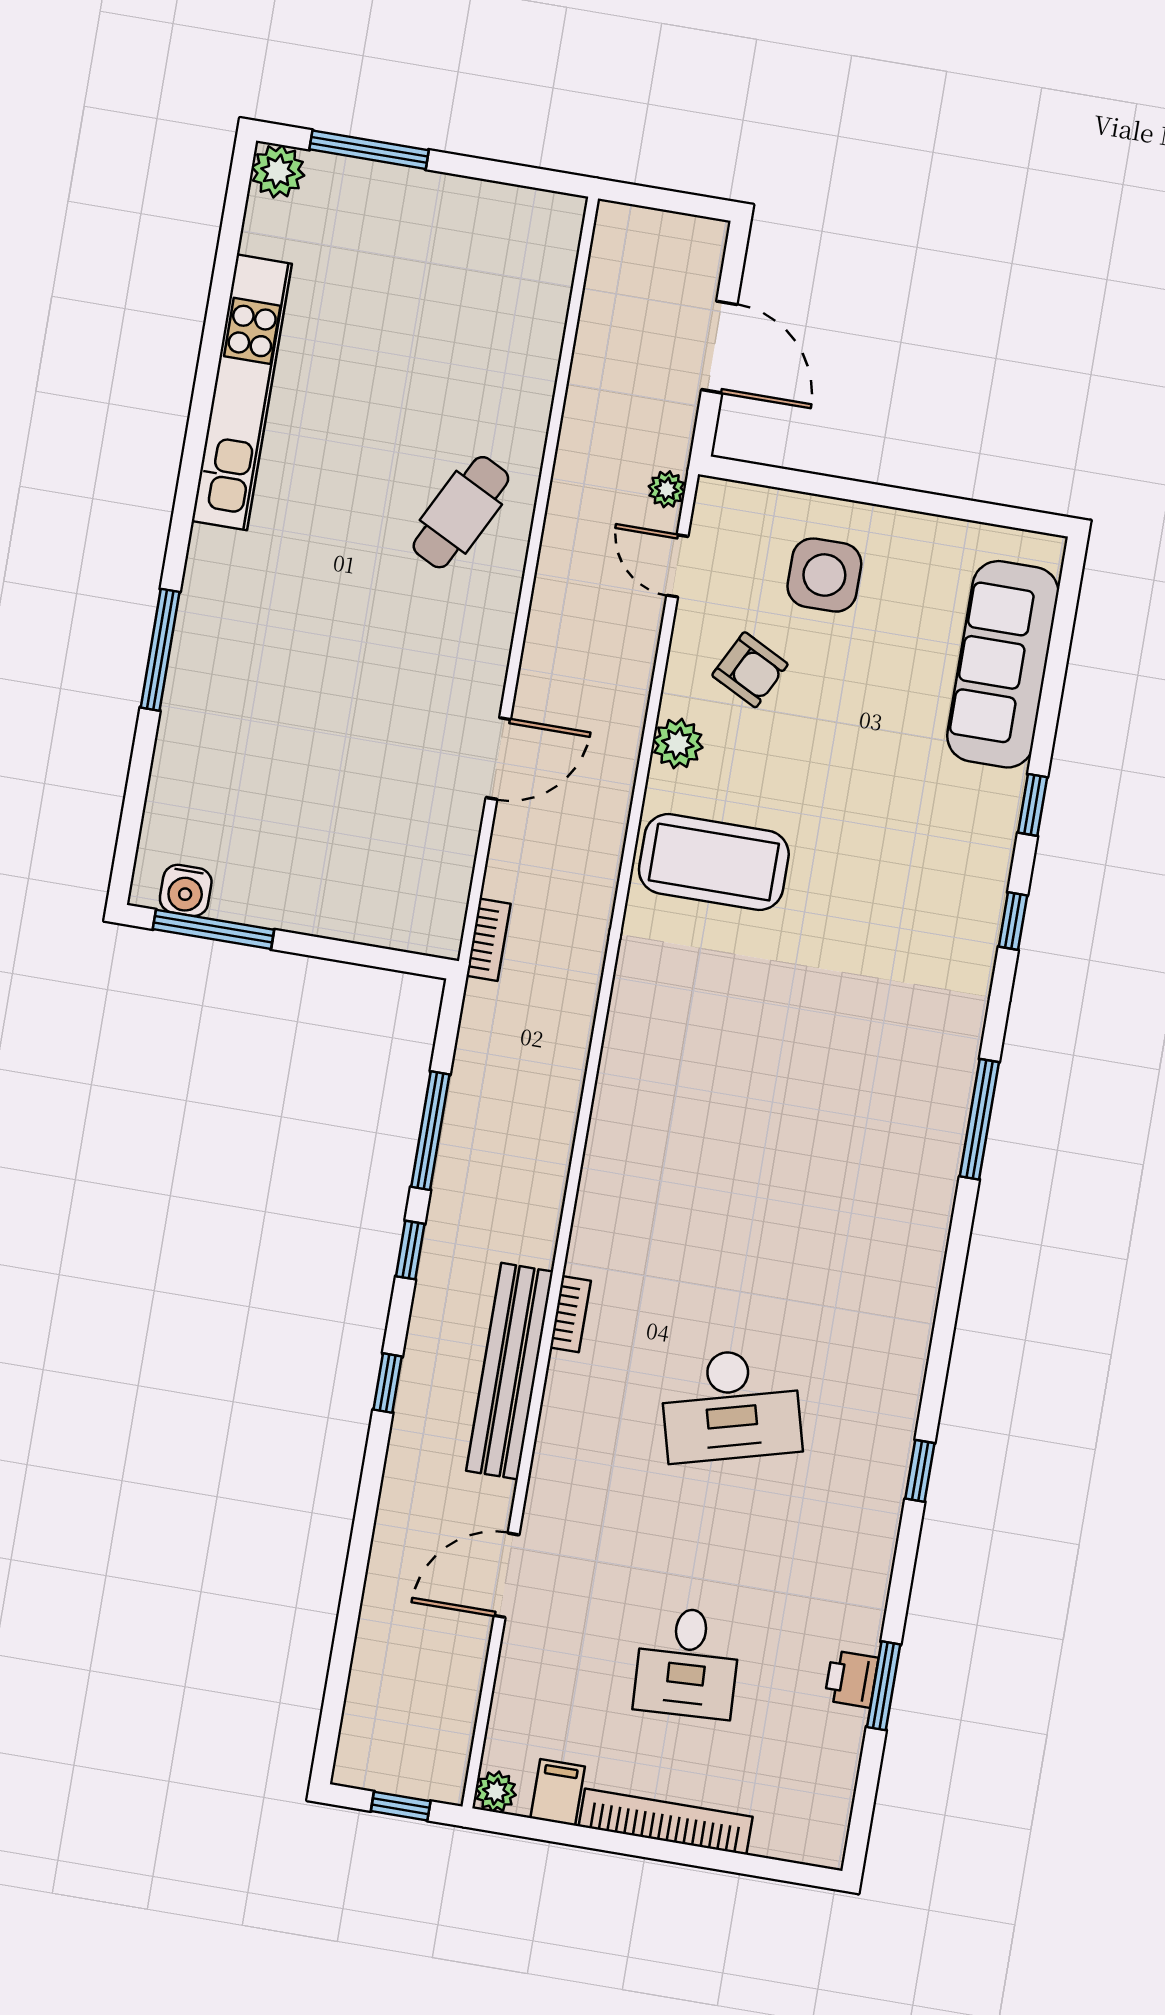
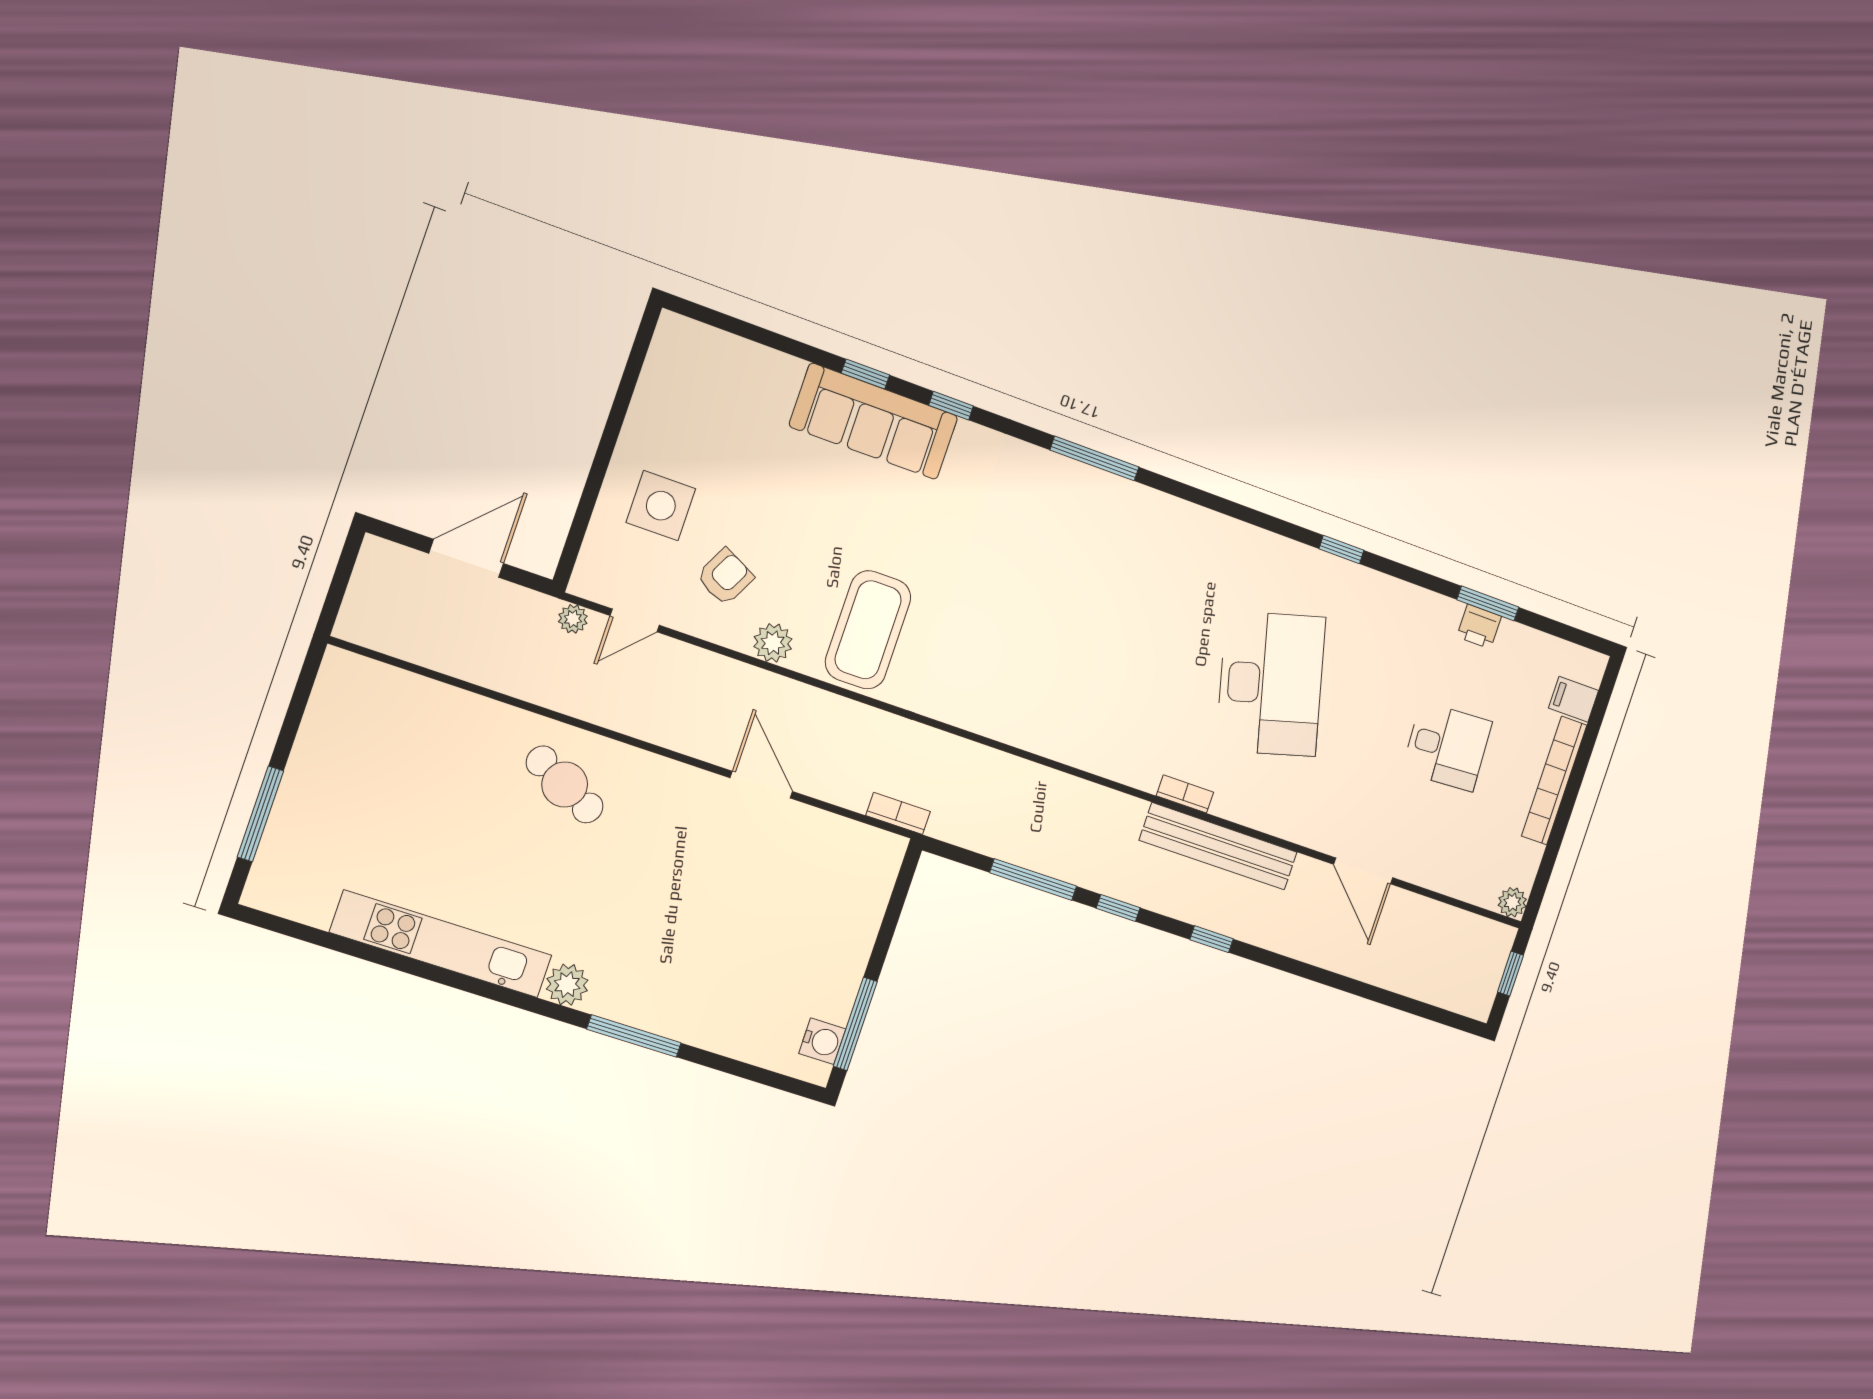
plant: (278, 171) -> (567, 985), moved
sofa: (1003, 664) -> (874, 421), moved
desk: (731, 1405) -> (1271, 684), width x1.36, depth x1.30
filing cabinet: (558, 1792) -> (1574, 699), moved

